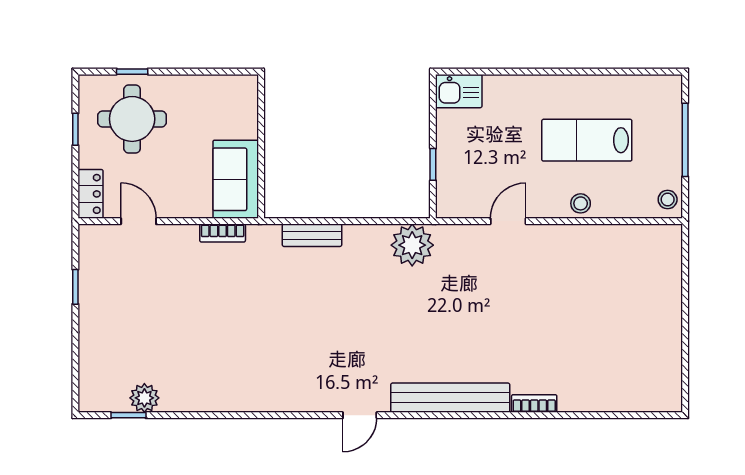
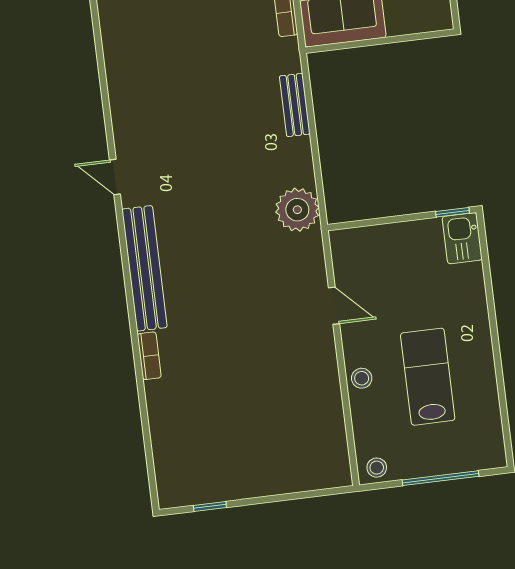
window: (433, 164) -> (452, 212), moved
window: (685, 363) -> (210, 506), added

